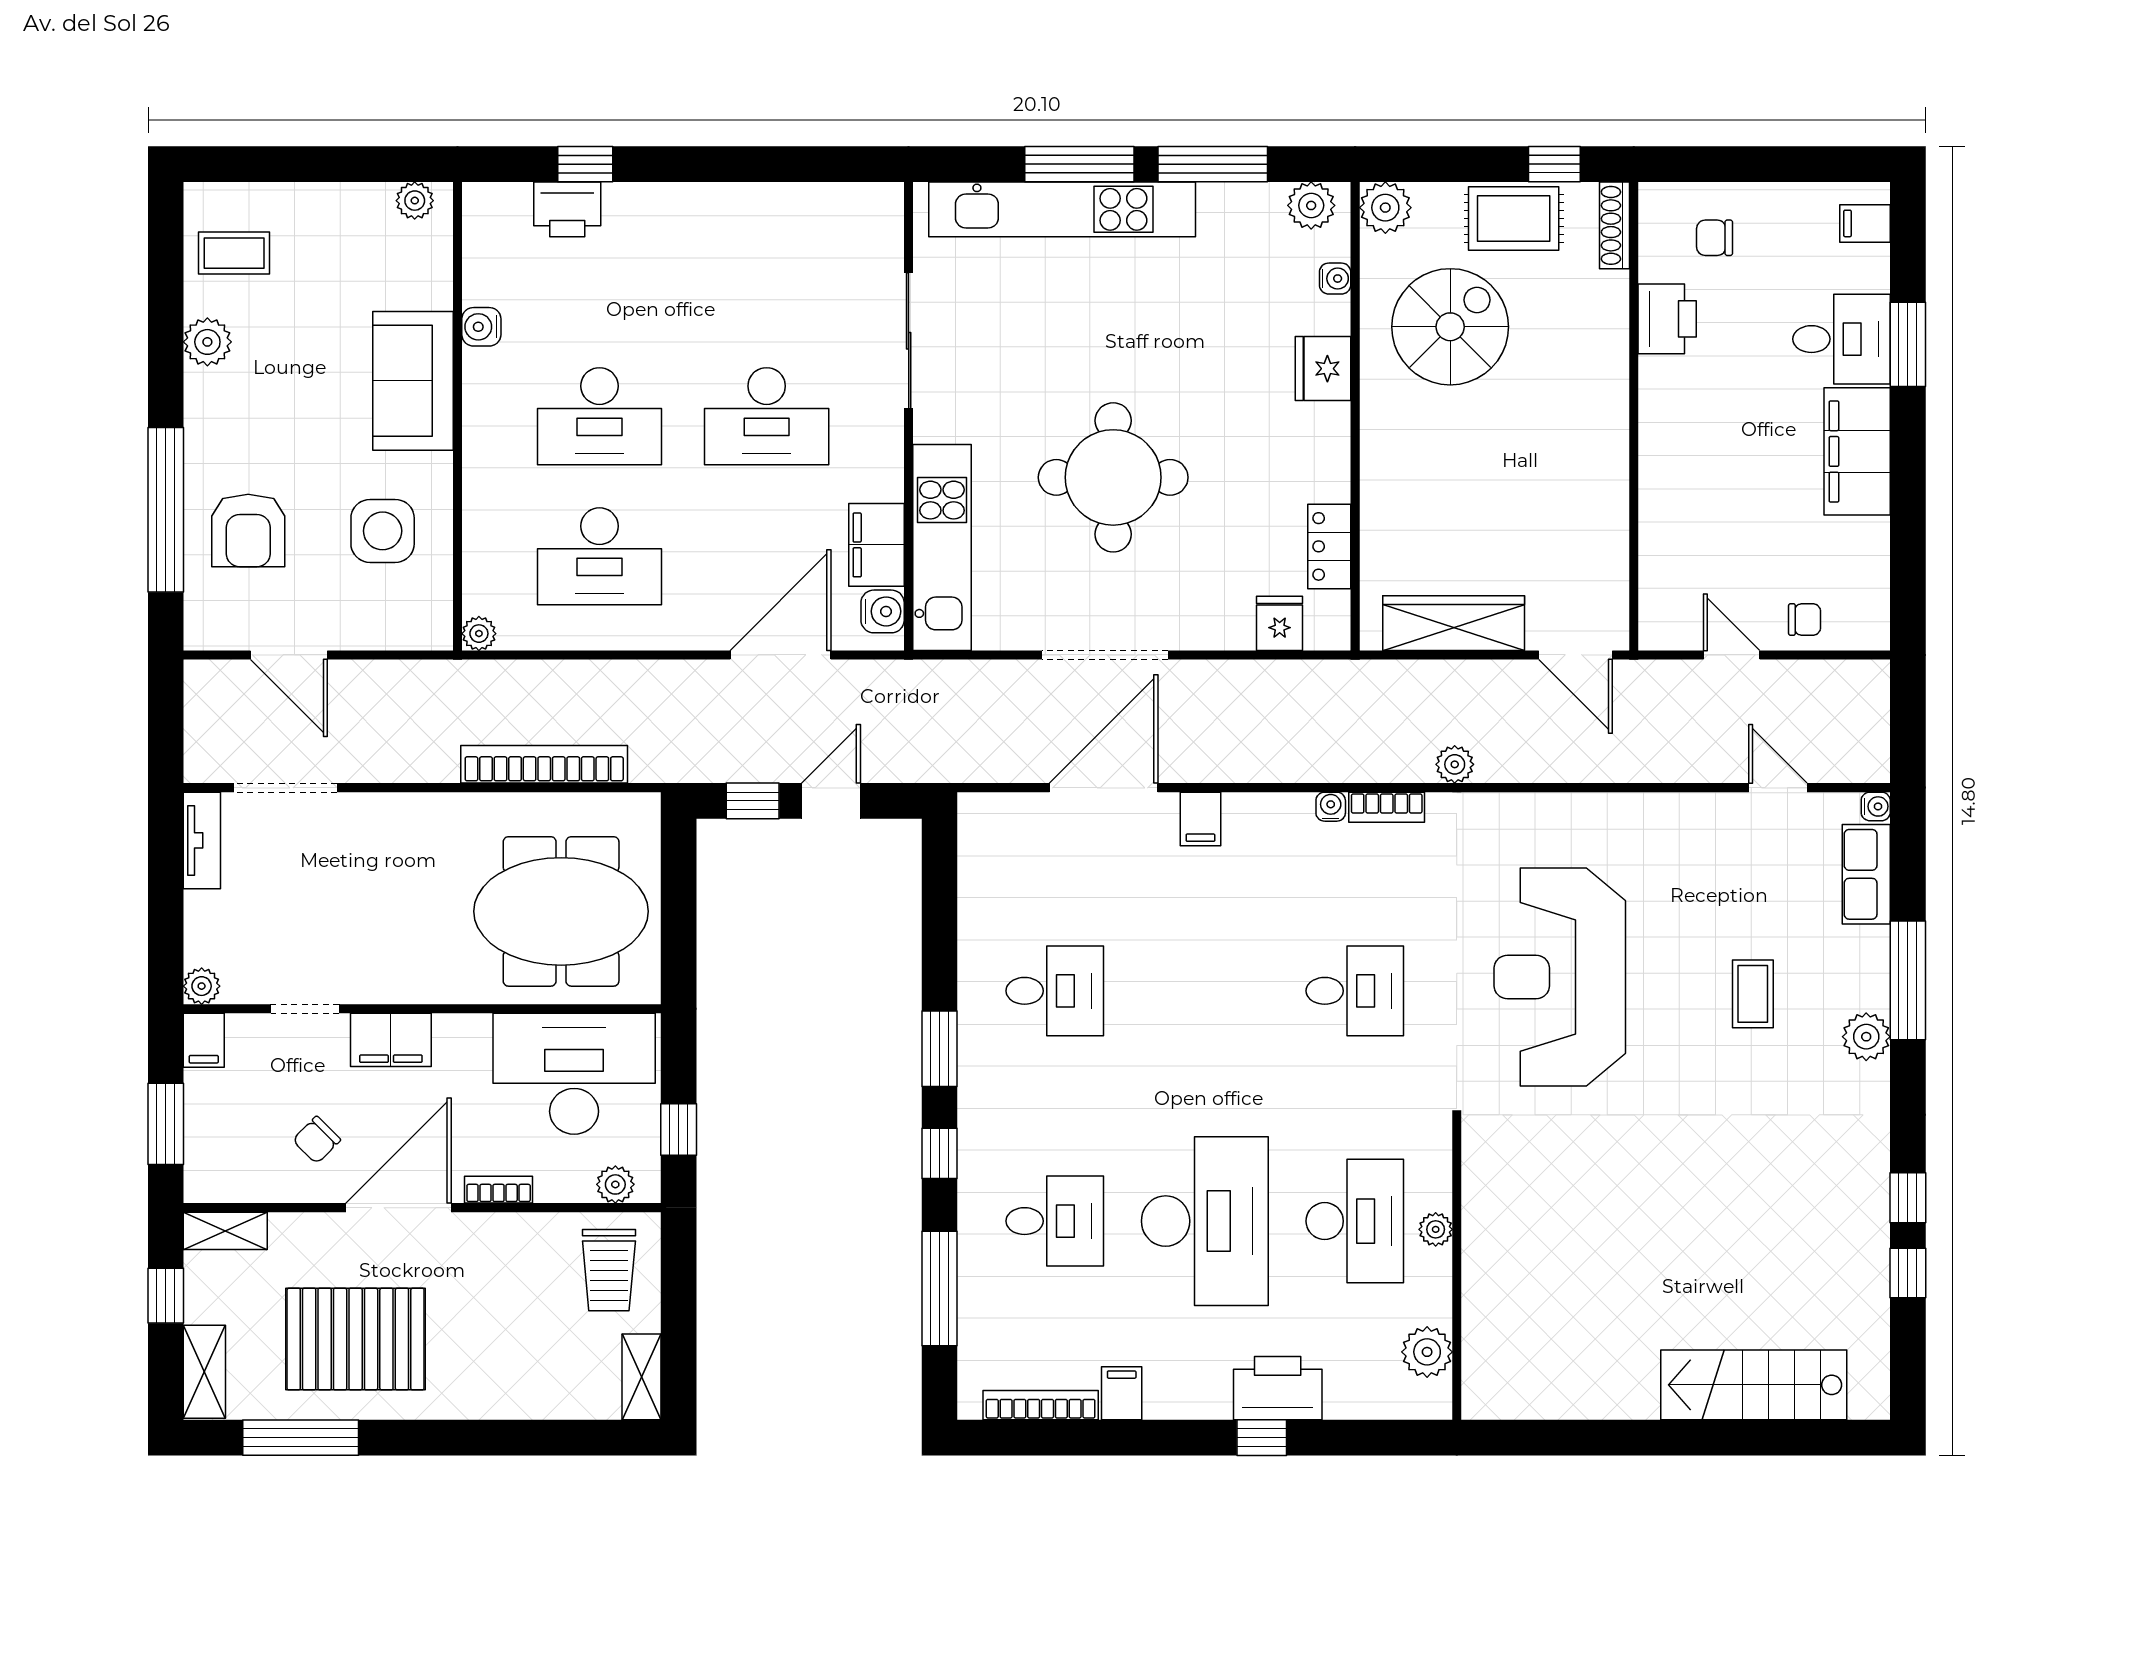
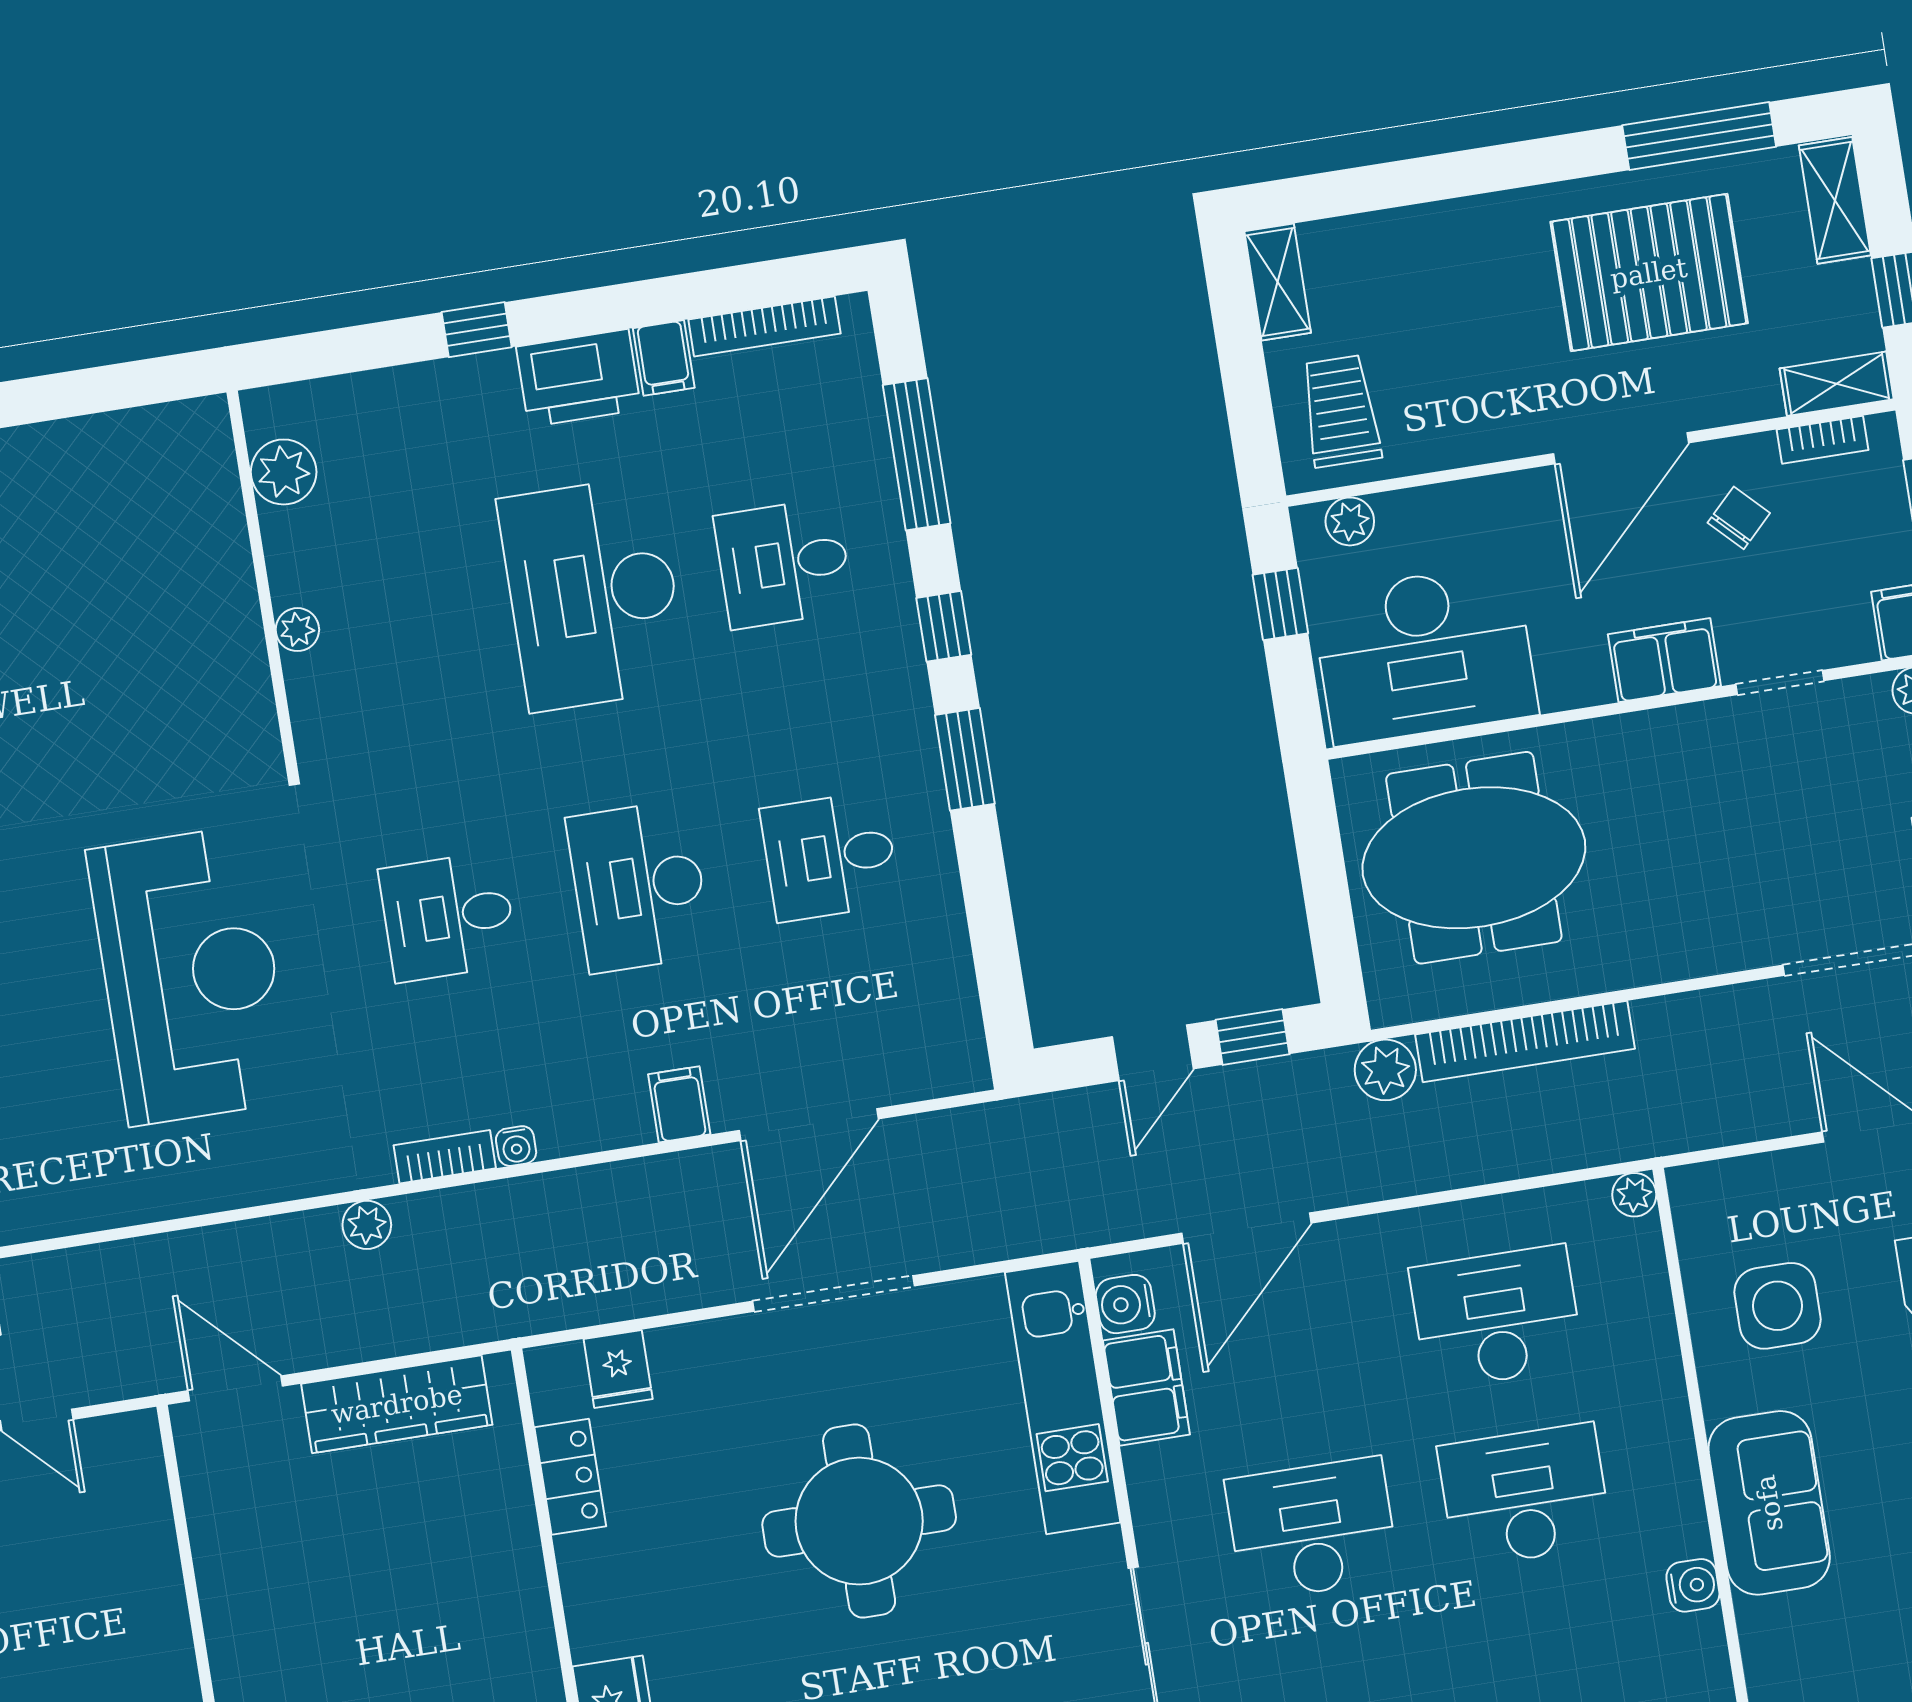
plant: (655, 759) -> (1385, 1070), added
bookcase: (499, 1190) -> (1822, 440), moved
desk: (1355, 1221) -> (639, 886), moved
printer: (1278, 1388) -> (579, 378), moved

